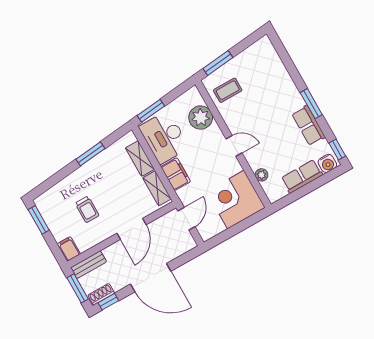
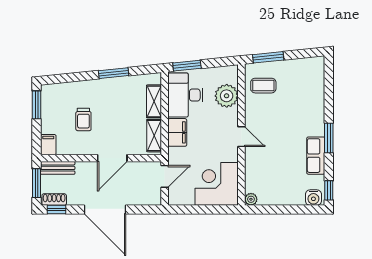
plant: (261, 175) -> (251, 199), moved
row of seats: (302, 176) -> (285, 196), removed

